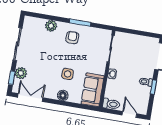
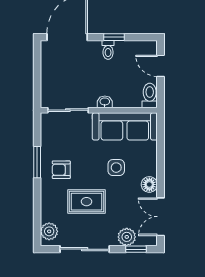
plant: (51, 26) -> (49, 231), moved
rug: (49, 51) -> (87, 202), added
sofa: (93, 90) -> (125, 126), width x1.36
floor lamp: (63, 95) -> (149, 184), moved
door: (129, 114) -> (160, 66), hinge flipped

